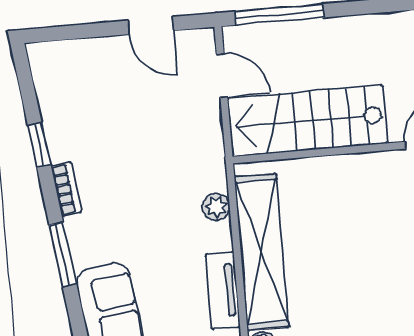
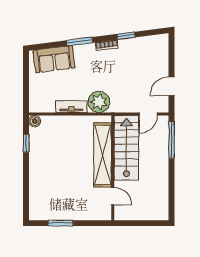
plant: (216, 207) -> (99, 102), width x1.87, depth x1.87
shelving: (262, 252) -> (103, 155), moved, turned 90
tv unit: (223, 290) -> (71, 107), moved

